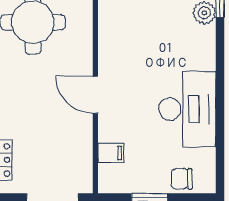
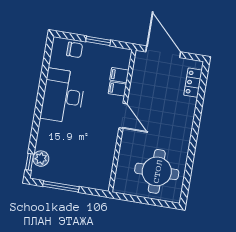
filing cabinet: (110, 133) -> (117, 89), added

